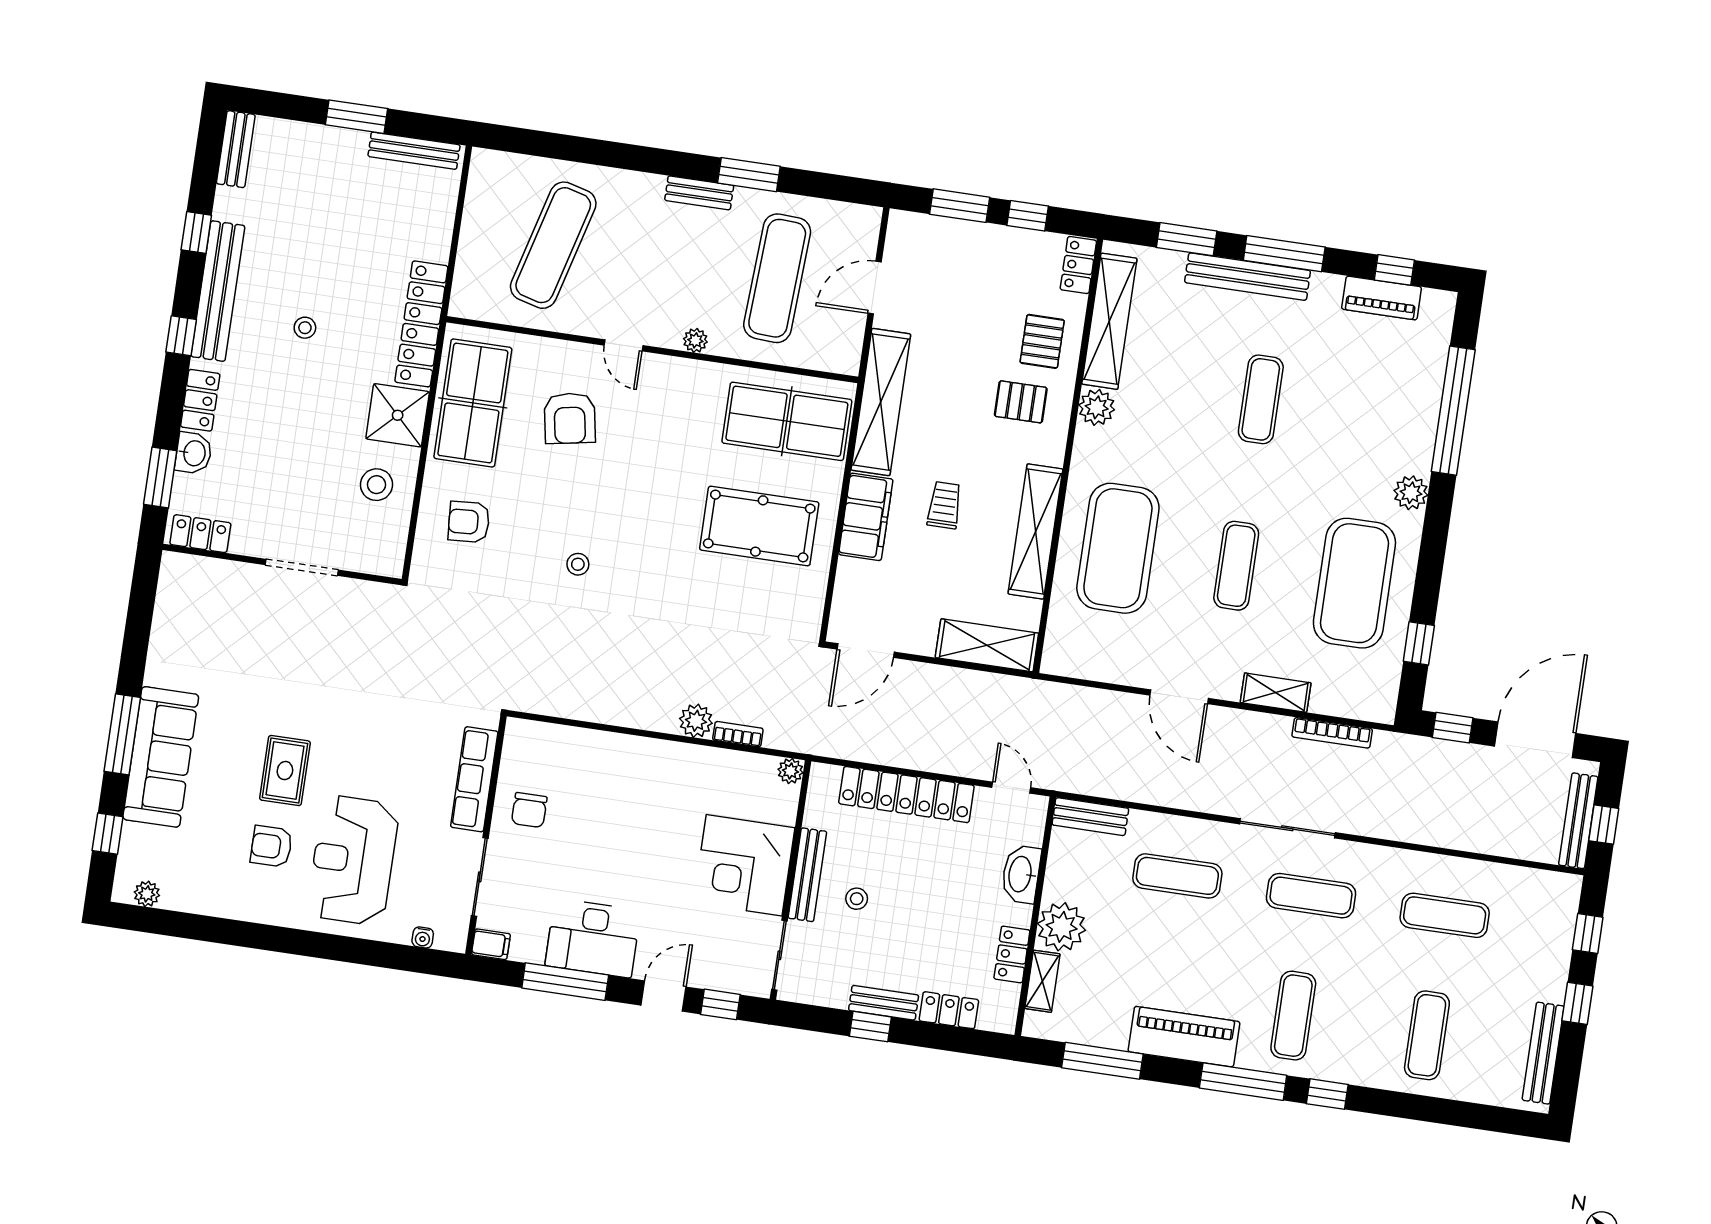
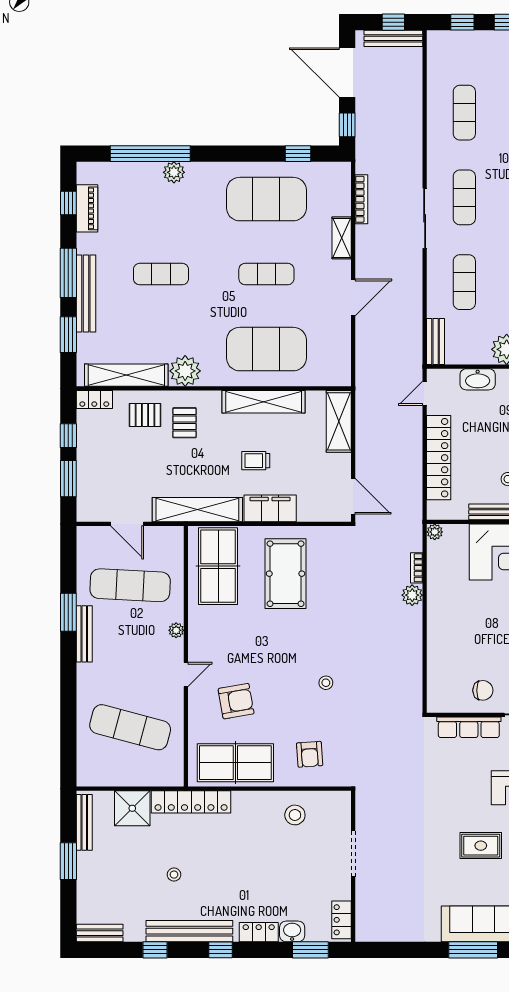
bench: (699, 193) -> (84, 634), width x1.36
stool: (305, 328) -> (174, 875), moved
plant: (1097, 407) -> (185, 371), width x1.36, depth x1.36
shower: (398, 415) -> (132, 808), moved
plant: (1411, 493) -> (174, 172), moved

